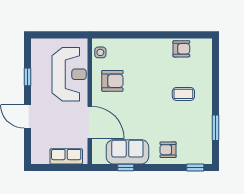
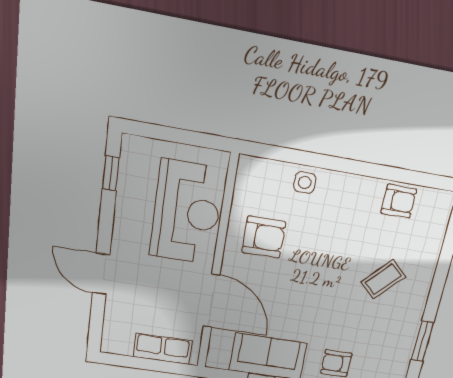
side table: (100, 52) -> (305, 182), moved
window: (27, 77) -> (111, 173), moved
coffee table: (183, 94) -> (383, 279), turned -47

